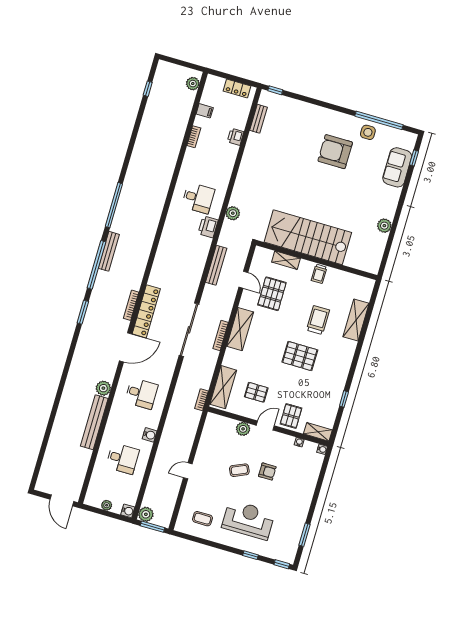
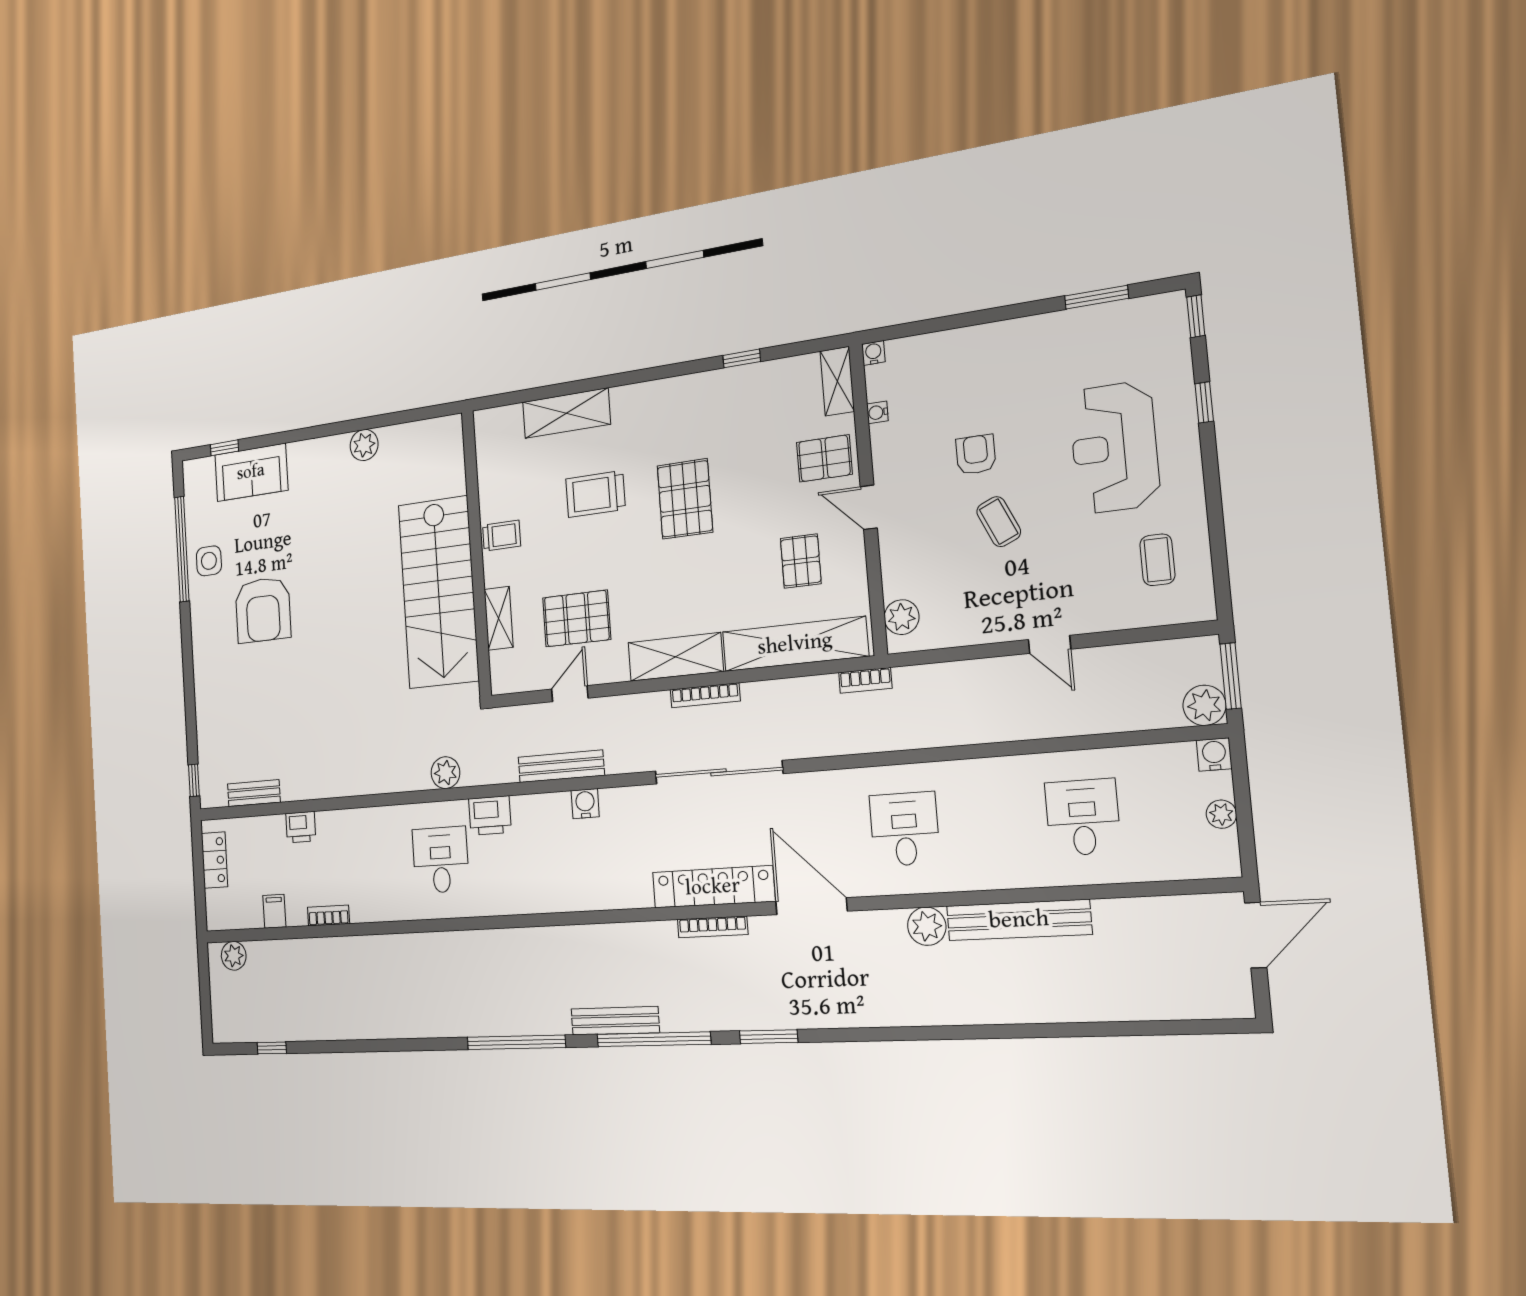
shelving: (223, 387) -> (795, 644), width x1.47
plant: (243, 429) -> (902, 617), moved
water cooler: (150, 435) -> (585, 804), moved

